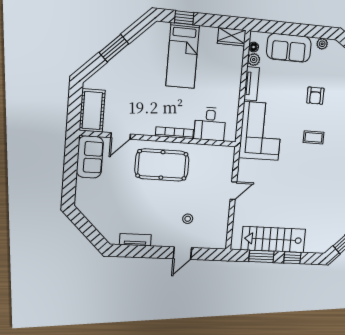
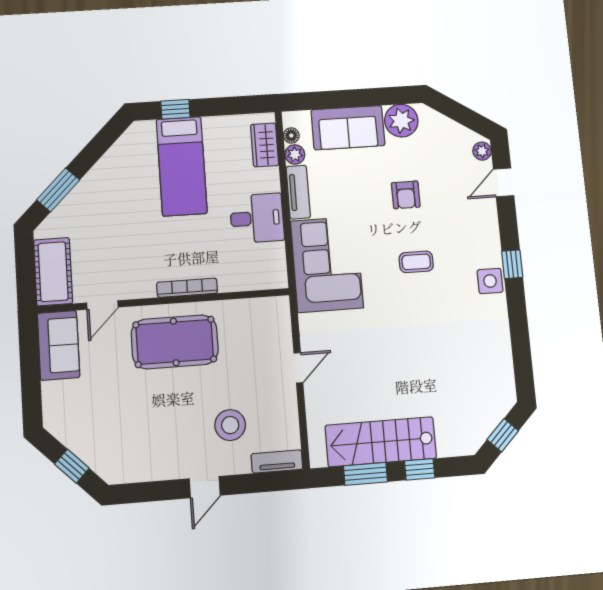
wardrobe: (232, 37) -> (265, 145), moved, turned 90
plant: (322, 44) -> (401, 121), width x1.88, depth x1.88
window: (114, 48) -> (58, 190), moved
desk: (210, 124) -> (257, 218), moved, turned -90
stool: (188, 219) -> (230, 425), width x1.89, depth x1.89
window: (89, 231) -> (72, 466), added
tv unit: (135, 240) -> (277, 461), moved
door: (182, 253) -> (205, 487), moved

